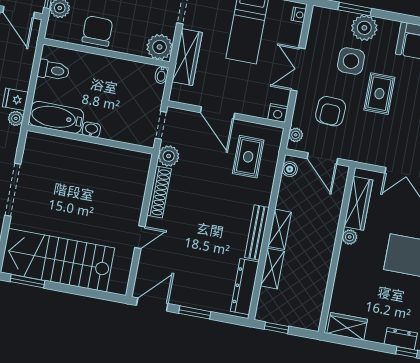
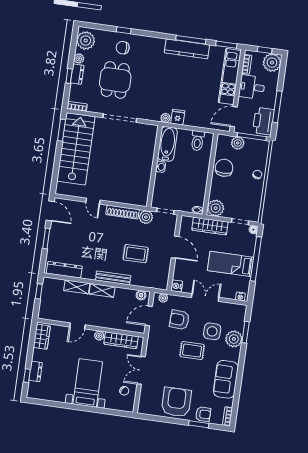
chair: (97, 31) -> (224, 168), turned -90
door: (217, 113) -> (175, 247), swing flipped
rug: (248, 157) -> (136, 254), moved
bench: (257, 233) -> (113, 278), moved
door: (333, 270) -> (77, 326), added

